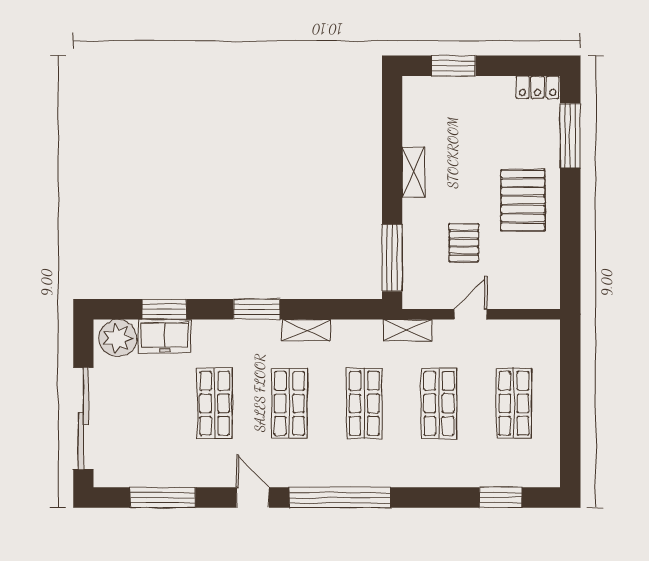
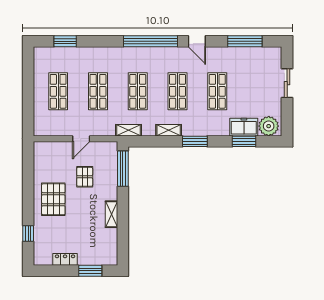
locker: (538, 87) -> (65, 259), moved
window: (570, 136) -> (28, 234), width x0.46
shelving: (408, 330) -> (129, 130), moved
sliding door: (83, 419) -> (287, 83), width x0.54

